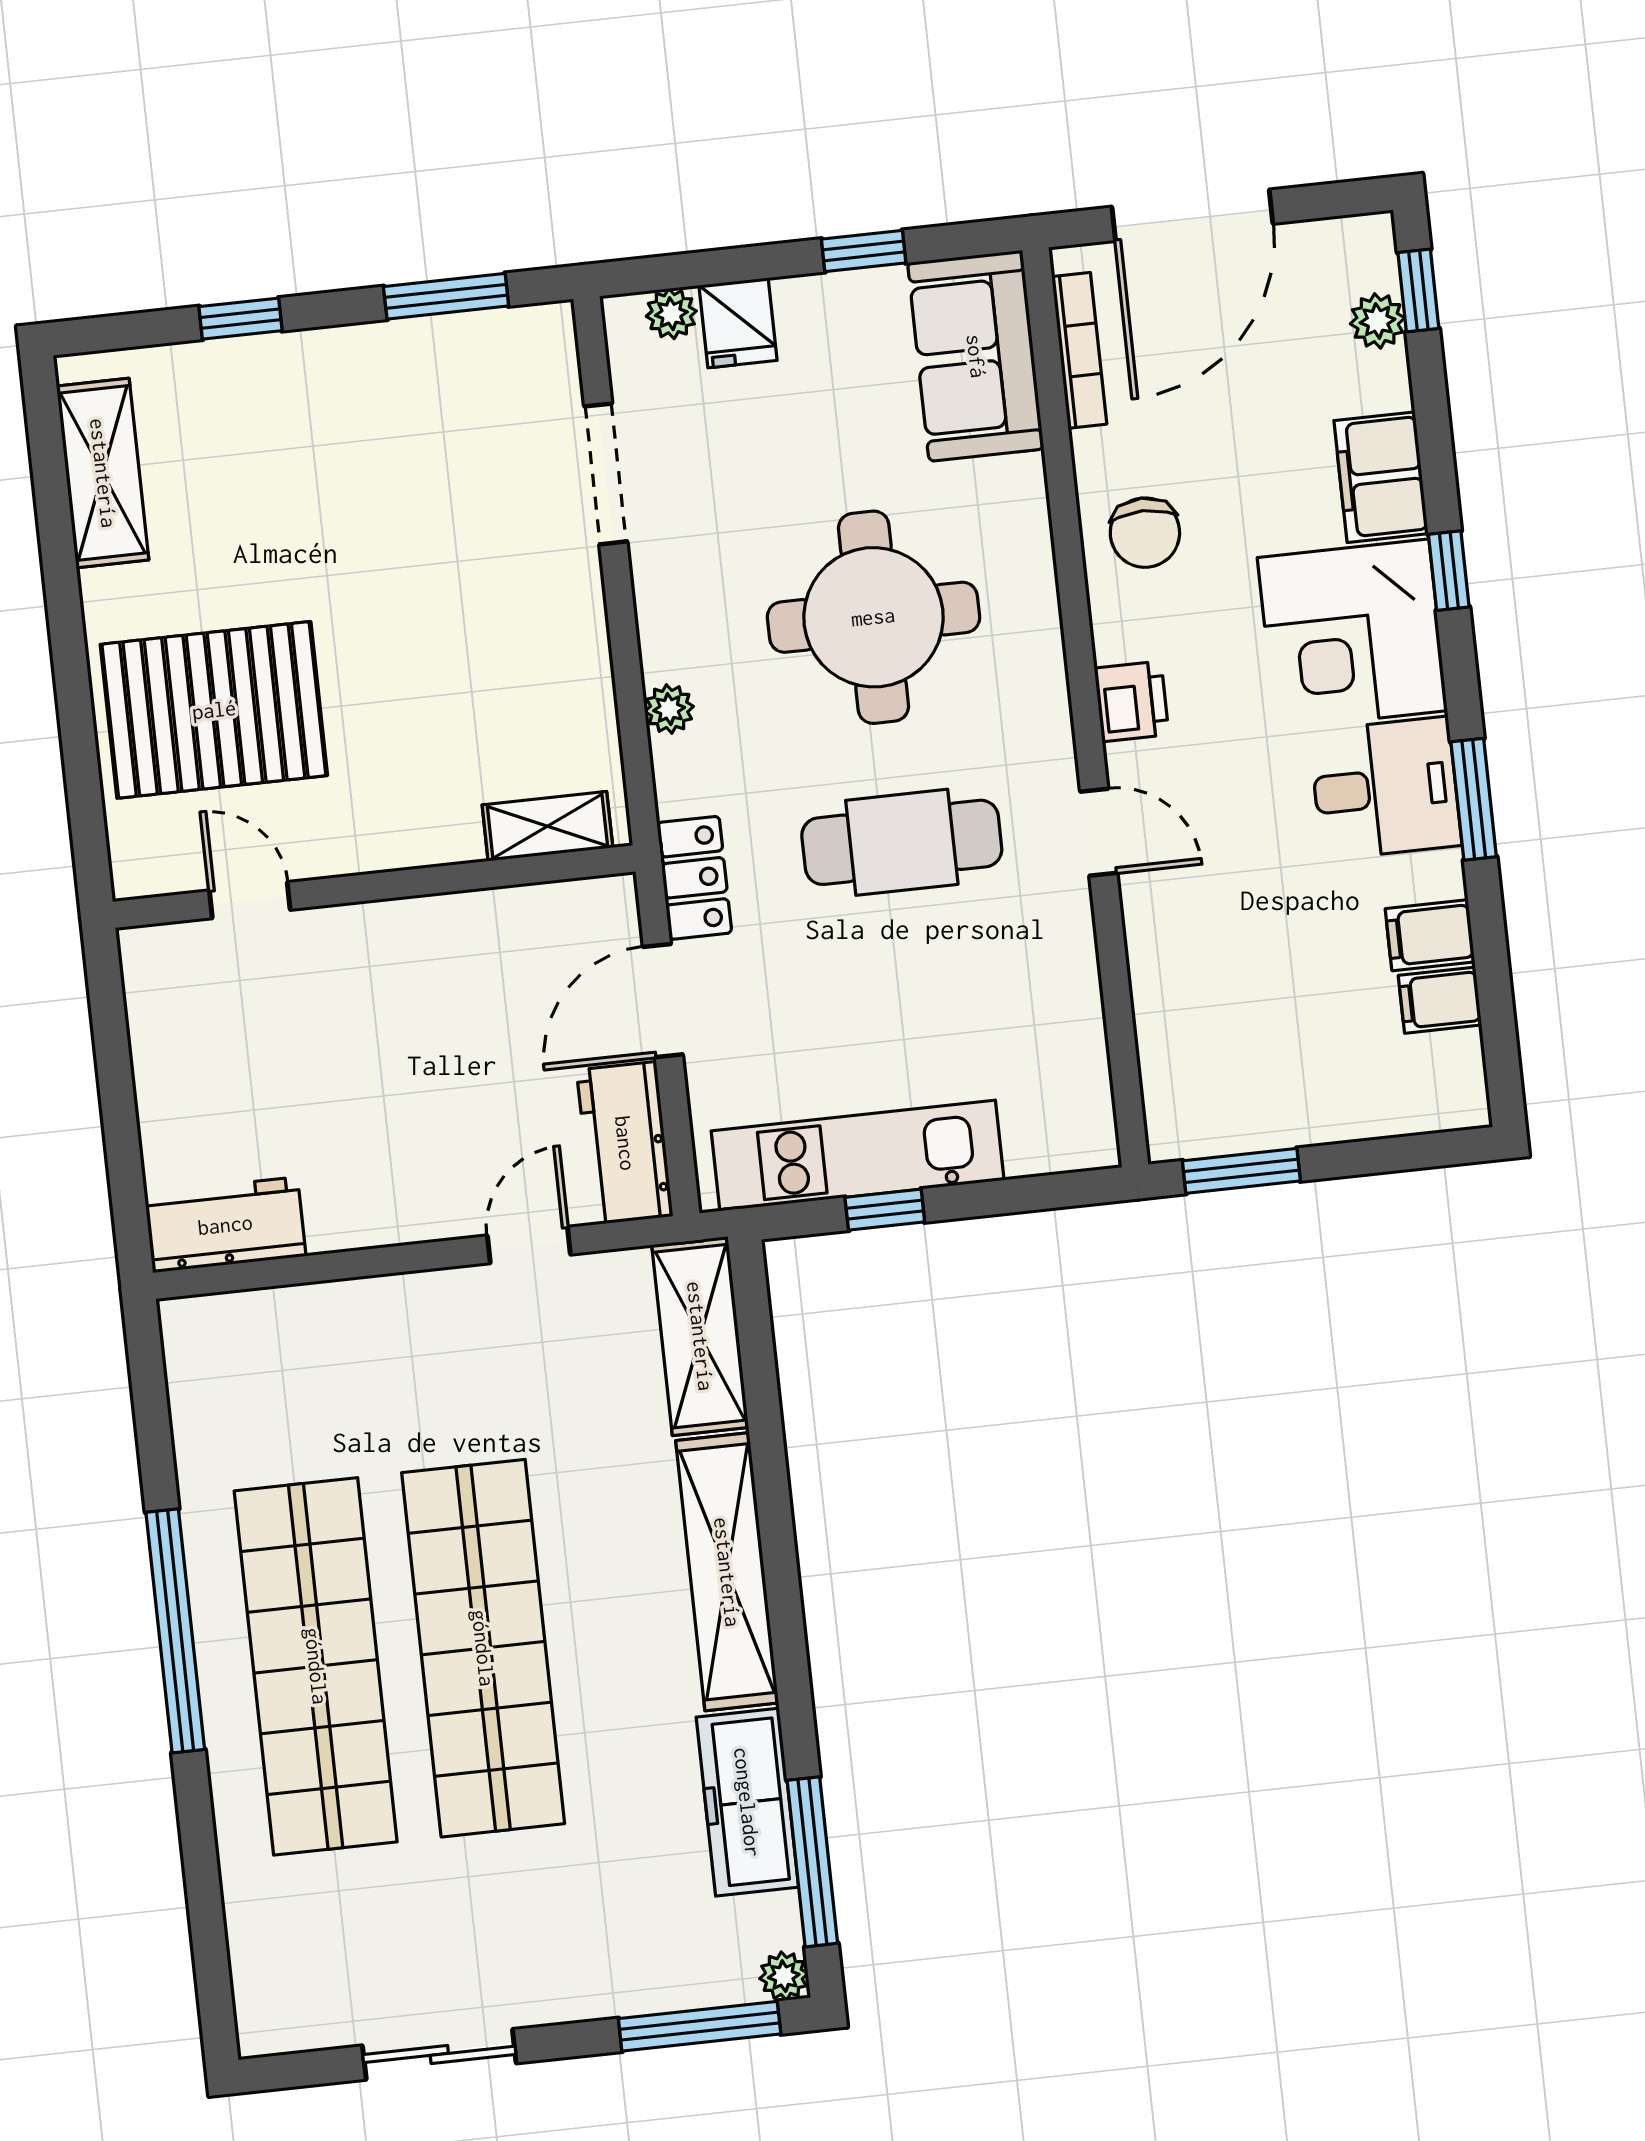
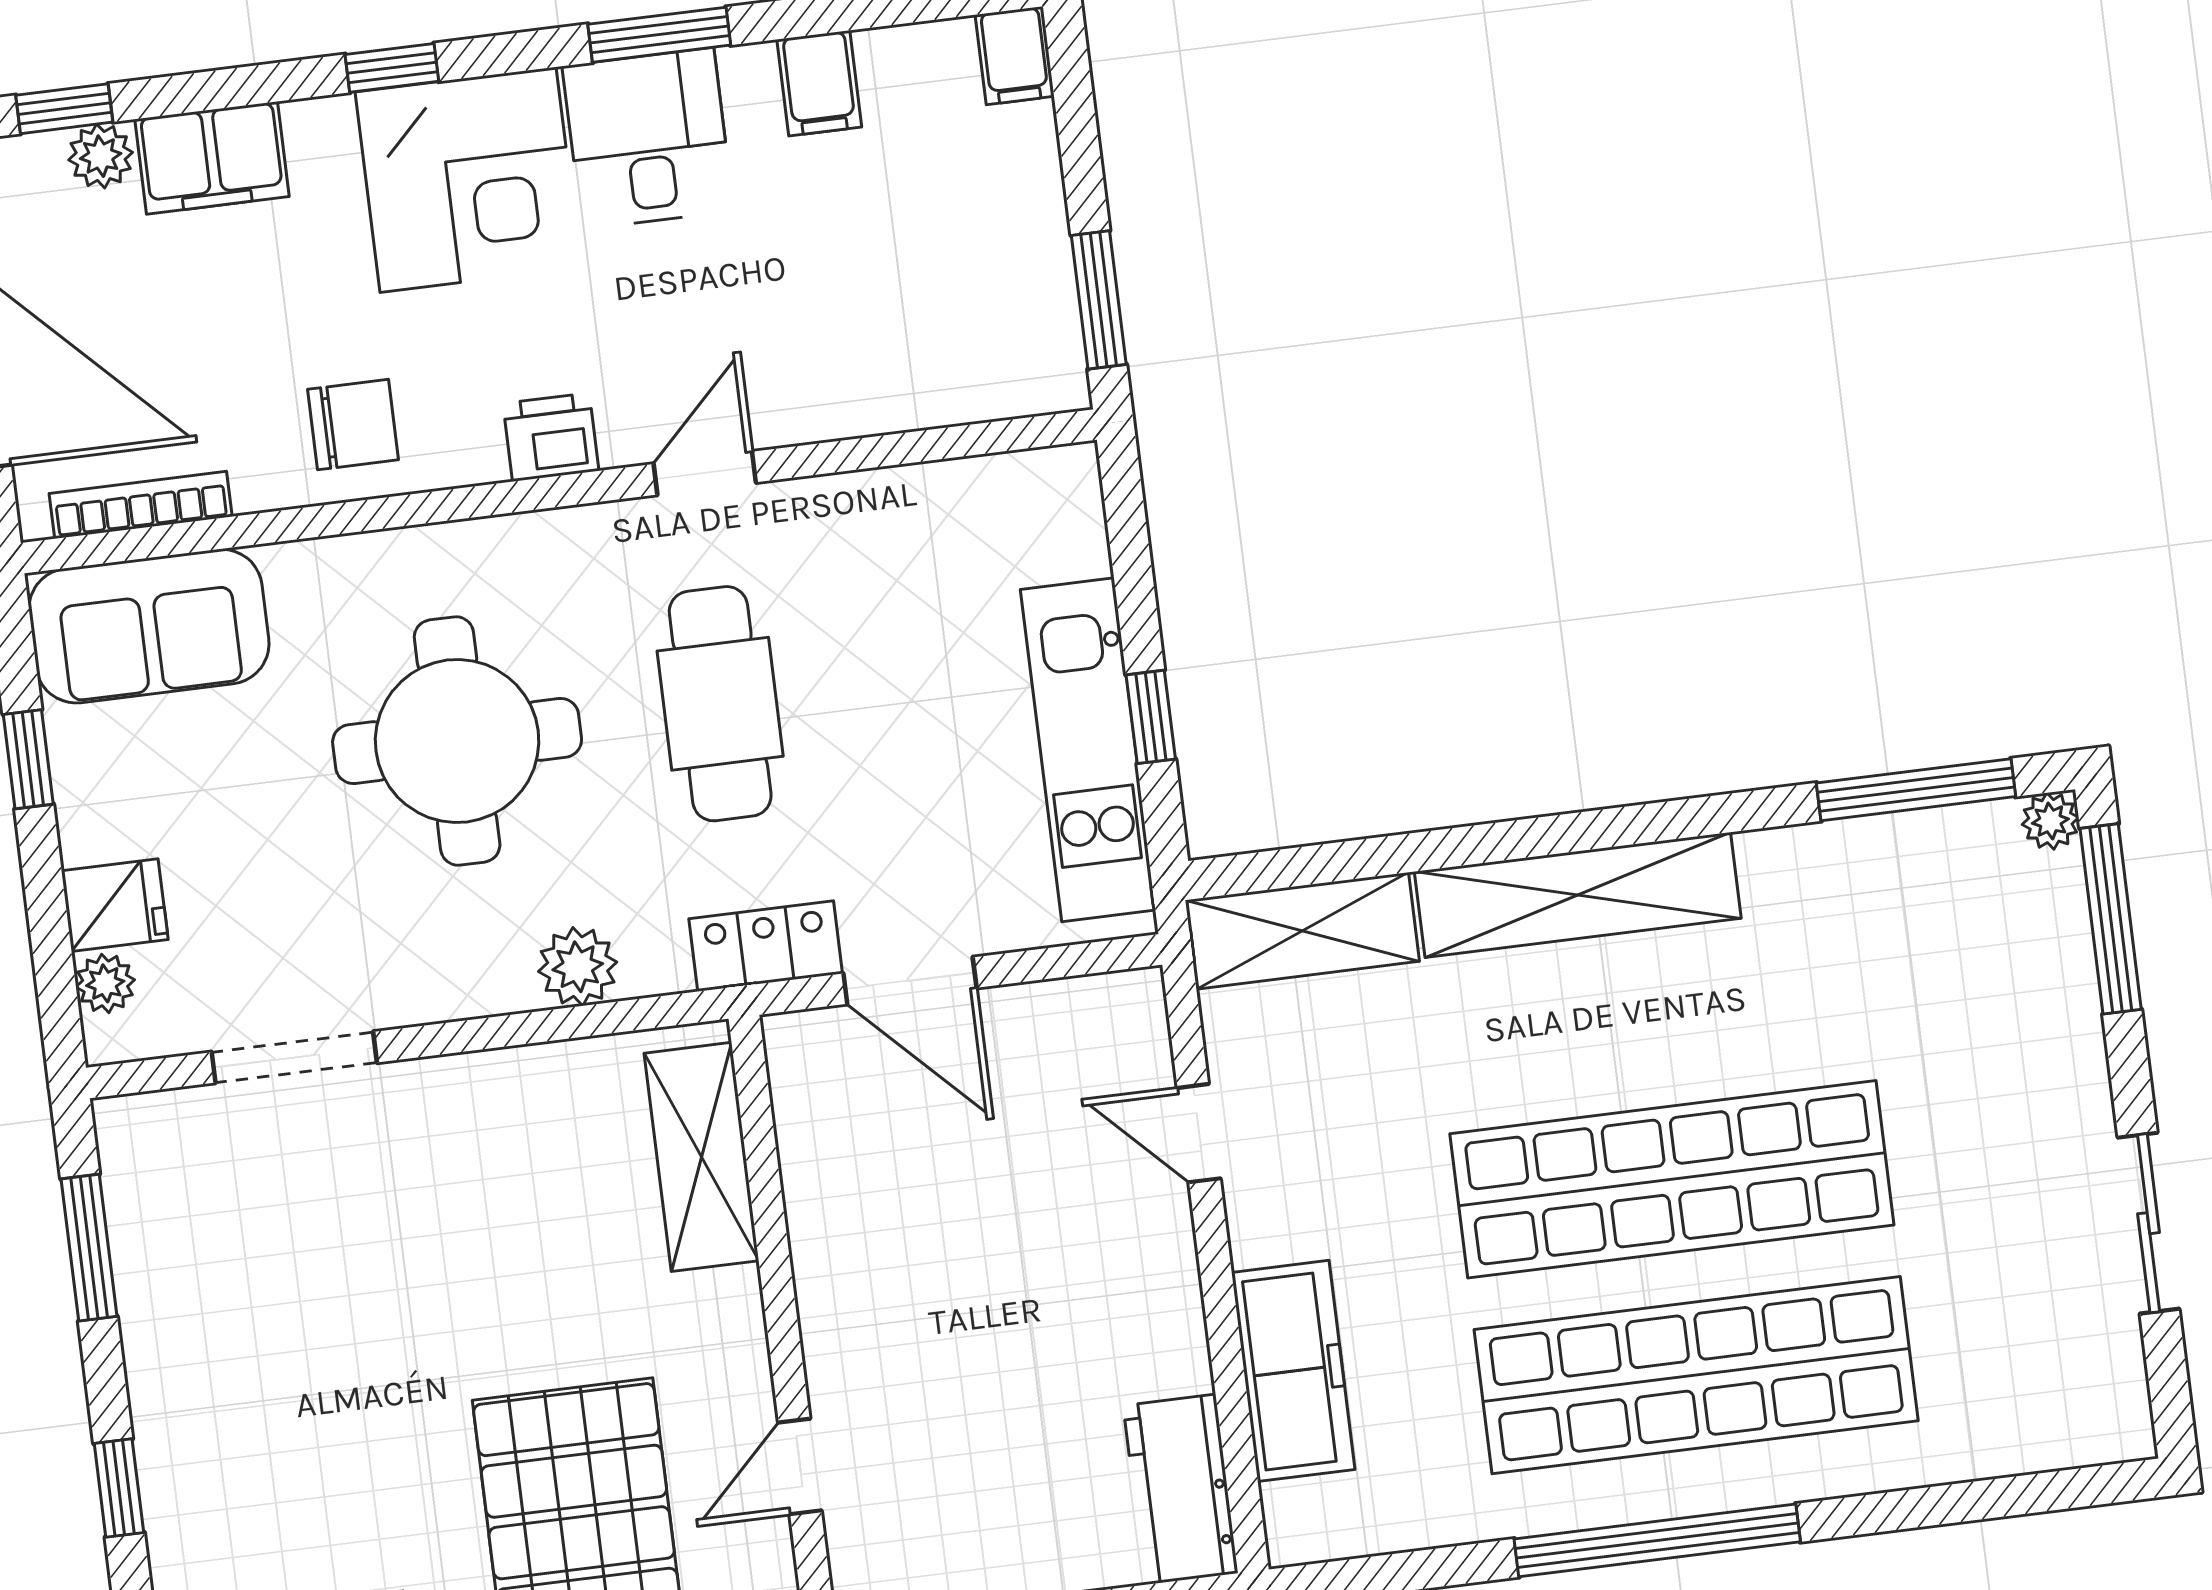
filing cabinet: (1381, 477) -> (212, 158), moved
plant: (669, 709) -> (578, 967), width x1.38, depth x1.38
shelving: (547, 826) -> (701, 1157), width x1.50, depth x1.33
filing cabinet: (1440, 1000) -> (1015, 56), moved
workbench: (625, 1143) -> (1078, 1023), removed
freezer: (747, 1802) -> (1293, 1371), moved, turned -90

